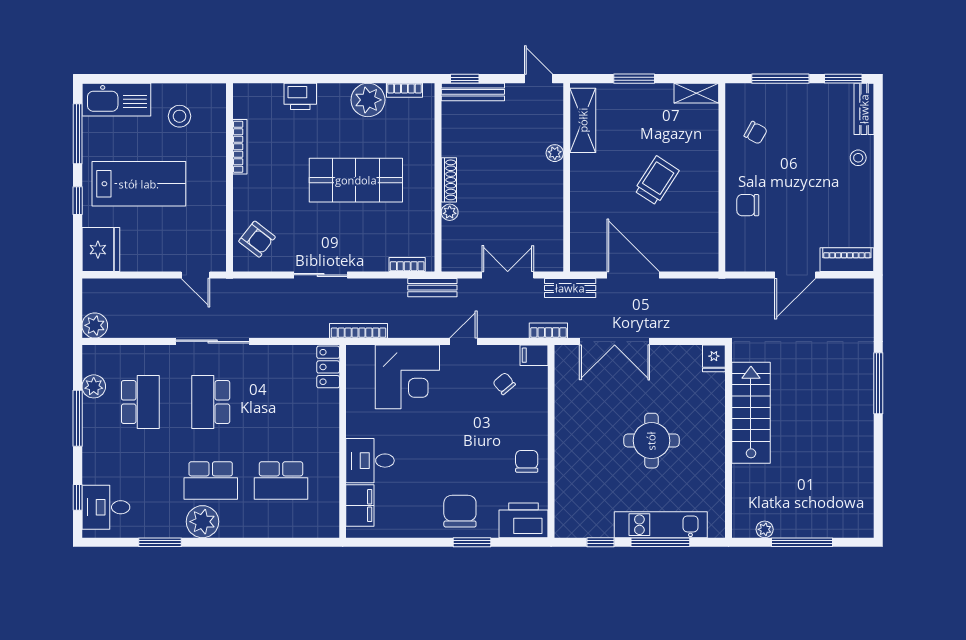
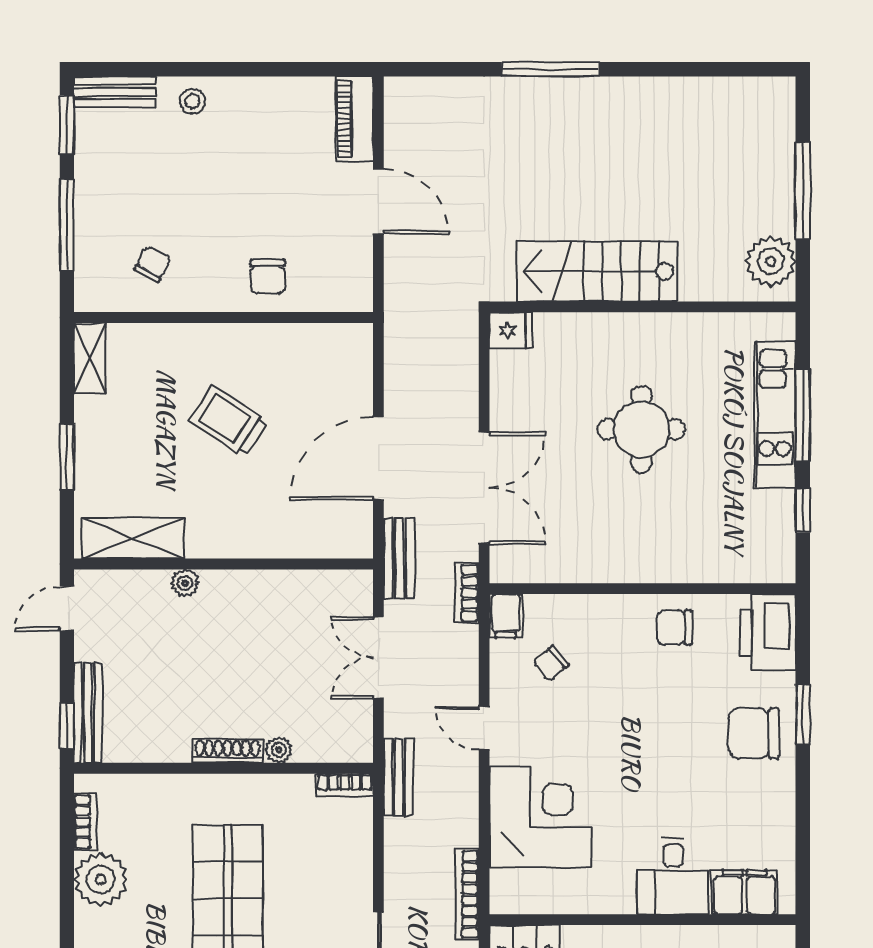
bookcase: (407, 264) -> (345, 785), moved, turned -90
plant: (765, 529) -> (771, 261), width x1.88, depth x1.88

